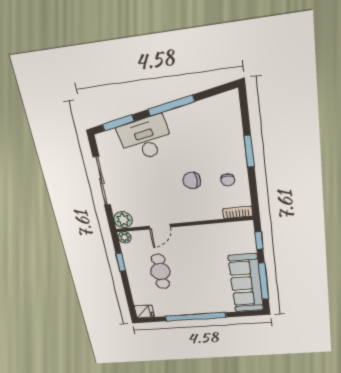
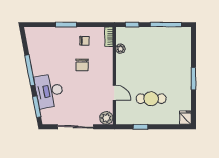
plant: (125, 237) -> (120, 49), moved
sofa: (246, 283) -> (167, 37), removed
window: (196, 317) -> (193, 79), width x0.47

